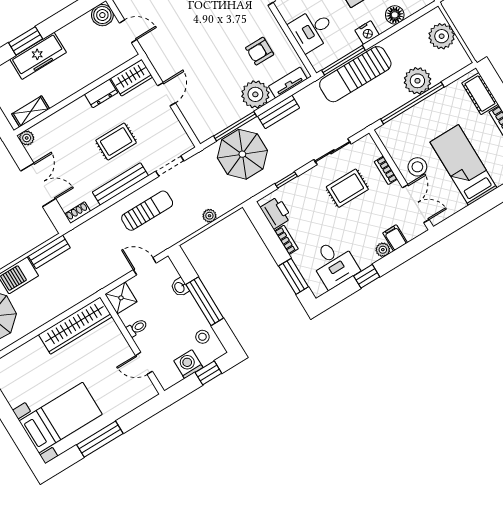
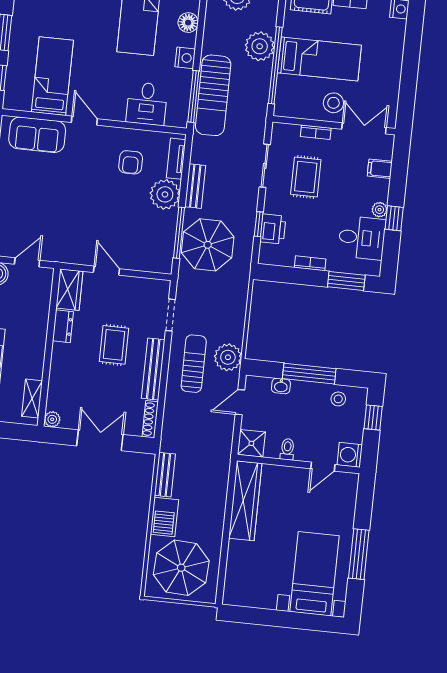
bed: (464, 165) -> (319, 59), moved, turned 180
shoe rack: (77, 213) -> (150, 419), width x1.43
printer: (276, 213) -> (273, 229), moved, turned 90
plant: (209, 216) -> (228, 357), moved, width x1.88, depth x1.88
plant: (383, 250) -> (380, 210), moved
washing machine: (188, 364) -> (350, 455), moved

